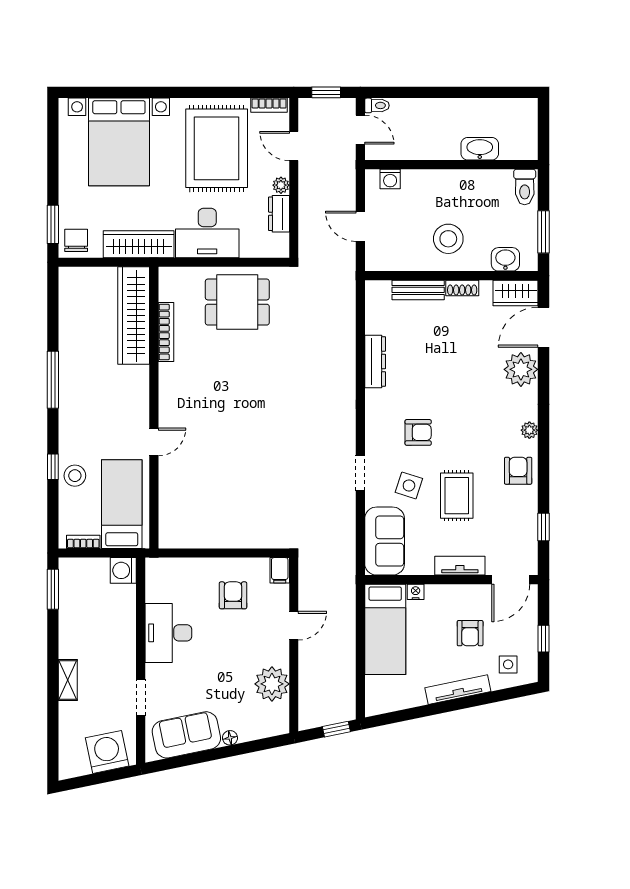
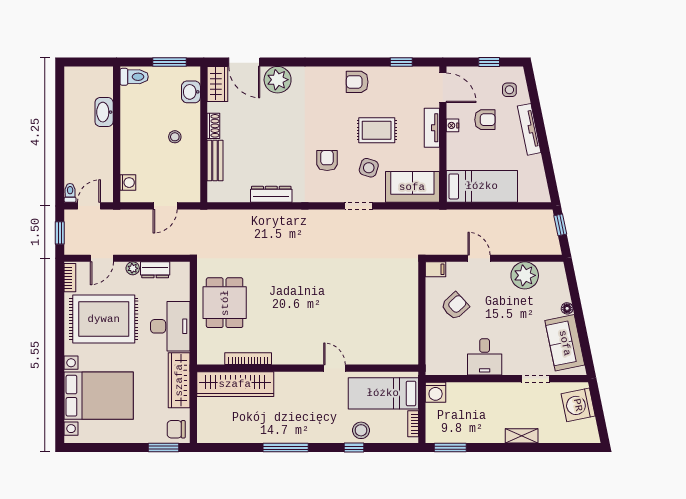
stool: (448, 239) -> (175, 137), width x0.53, depth x0.53
plant: (529, 430) -> (325, 73), removed
nightstand: (416, 592) -> (452, 125), moved
armchair: (233, 595) -> (455, 306), turned 137
desk: (168, 633) -> (485, 357), width x0.73

